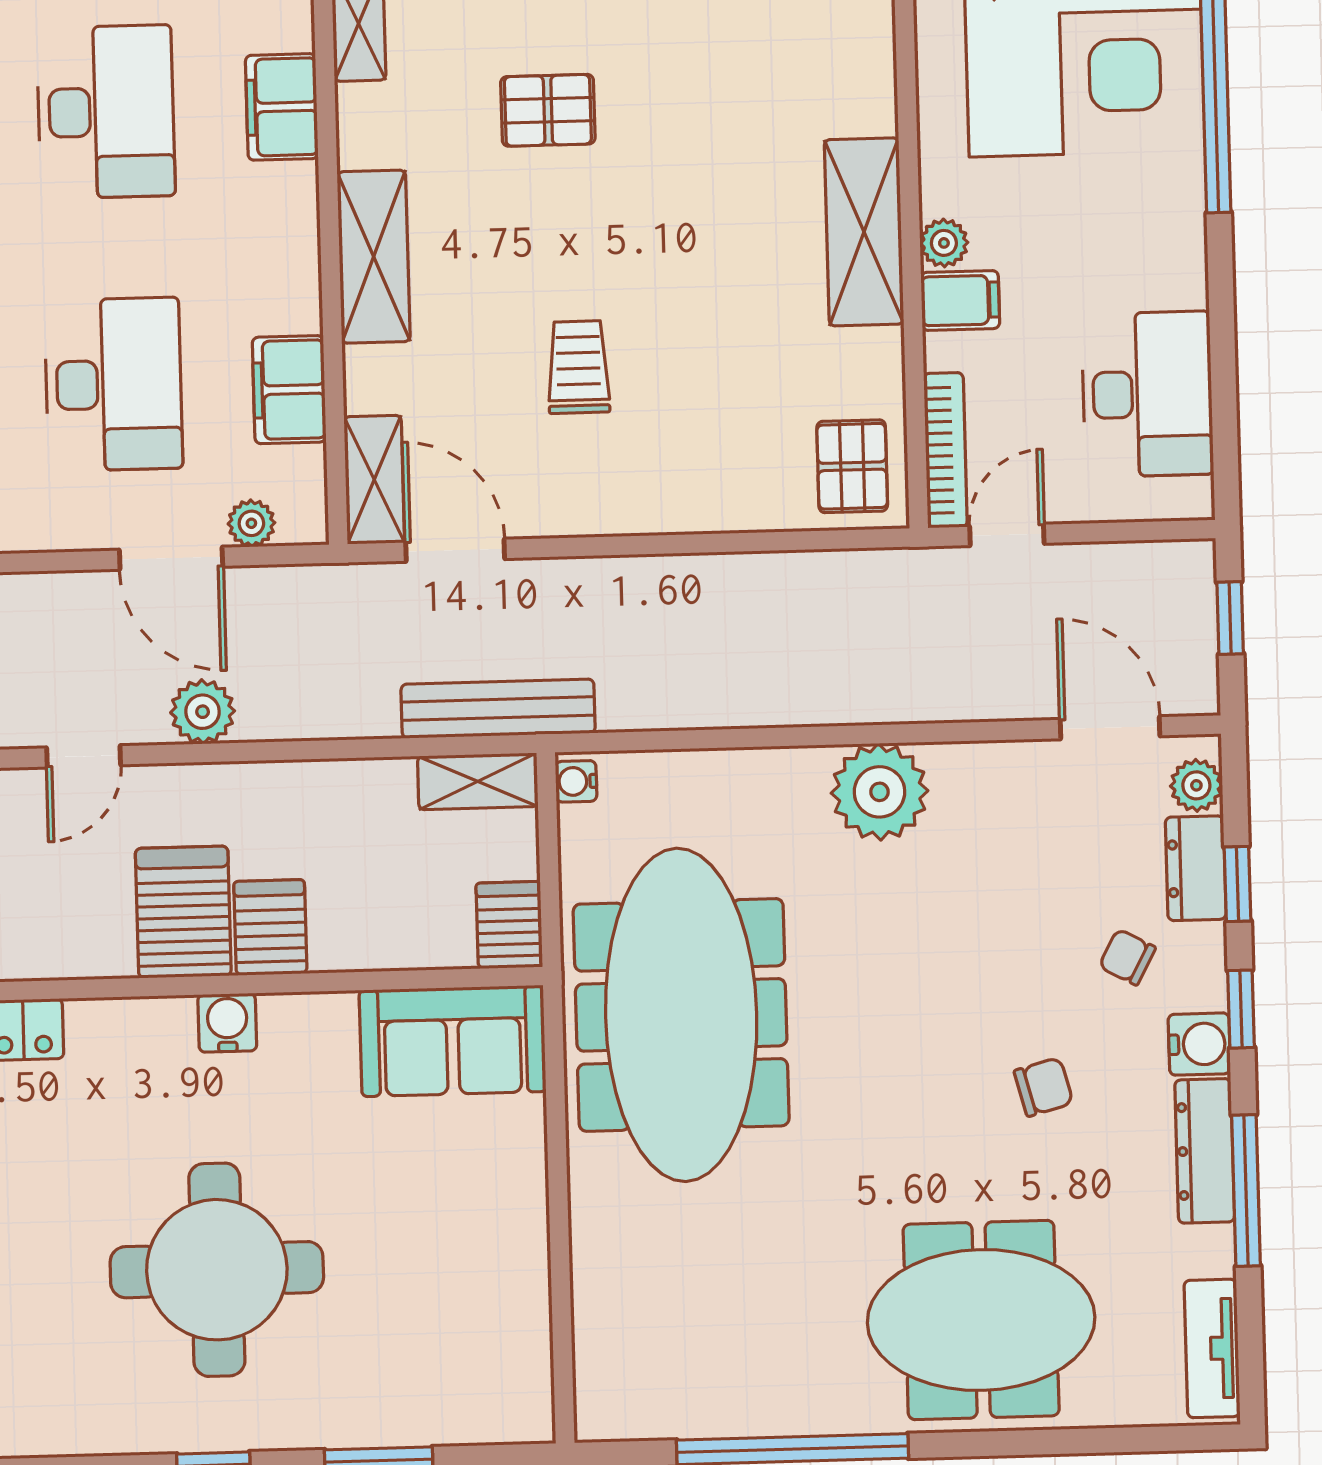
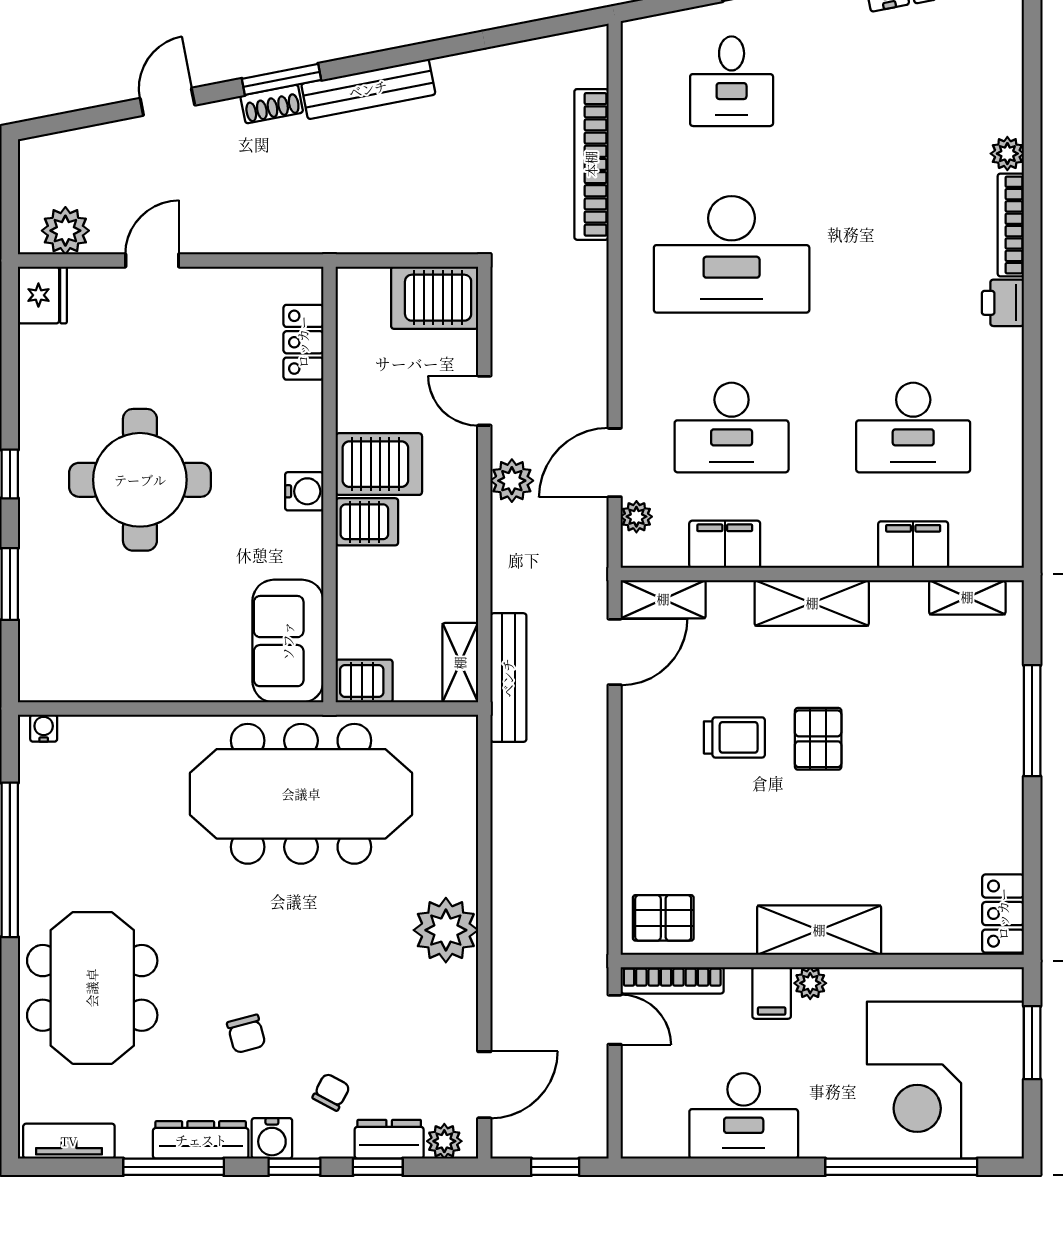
pallet: (548, 110) -> (818, 739), moved
desk: (1147, 394) -> (744, 1116), moved
water cooler: (576, 781) -> (44, 728), moved

